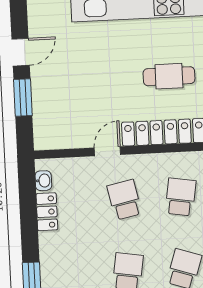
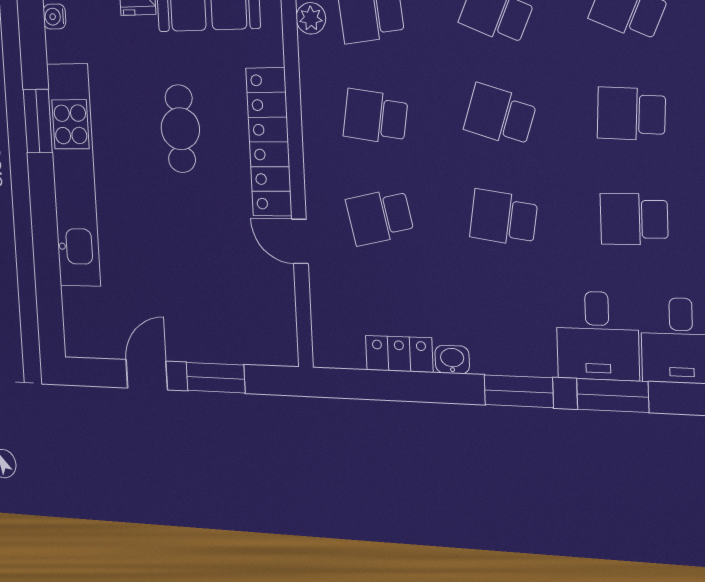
door: (21, 52) -> (147, 375), hinge flipped
washbasin: (43, 181) -> (452, 360), moved

